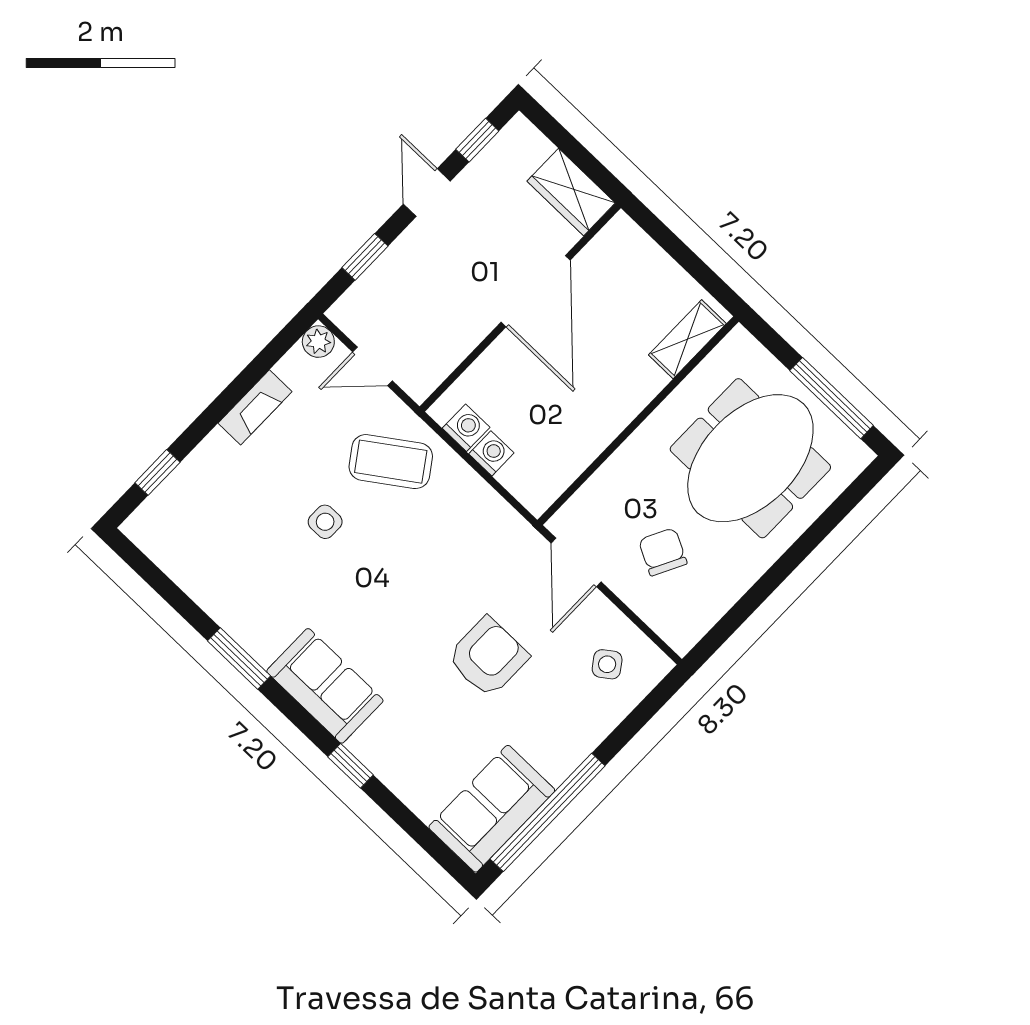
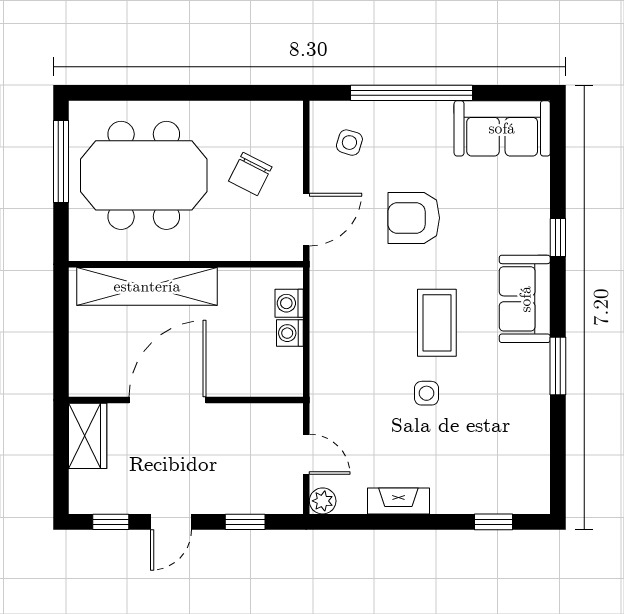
shelving: (687, 339) -> (147, 286), width x2.20, depth x1.33
washing machine: (466, 428) -> (289, 303), moved
coffee table: (391, 462) -> (437, 323), moved, turned 35
side table: (607, 664) -> (349, 143), turned -37
window: (548, 812) -> (411, 93), moved

